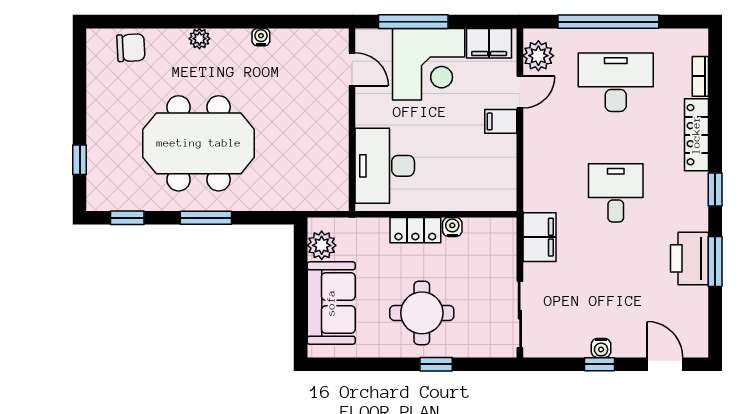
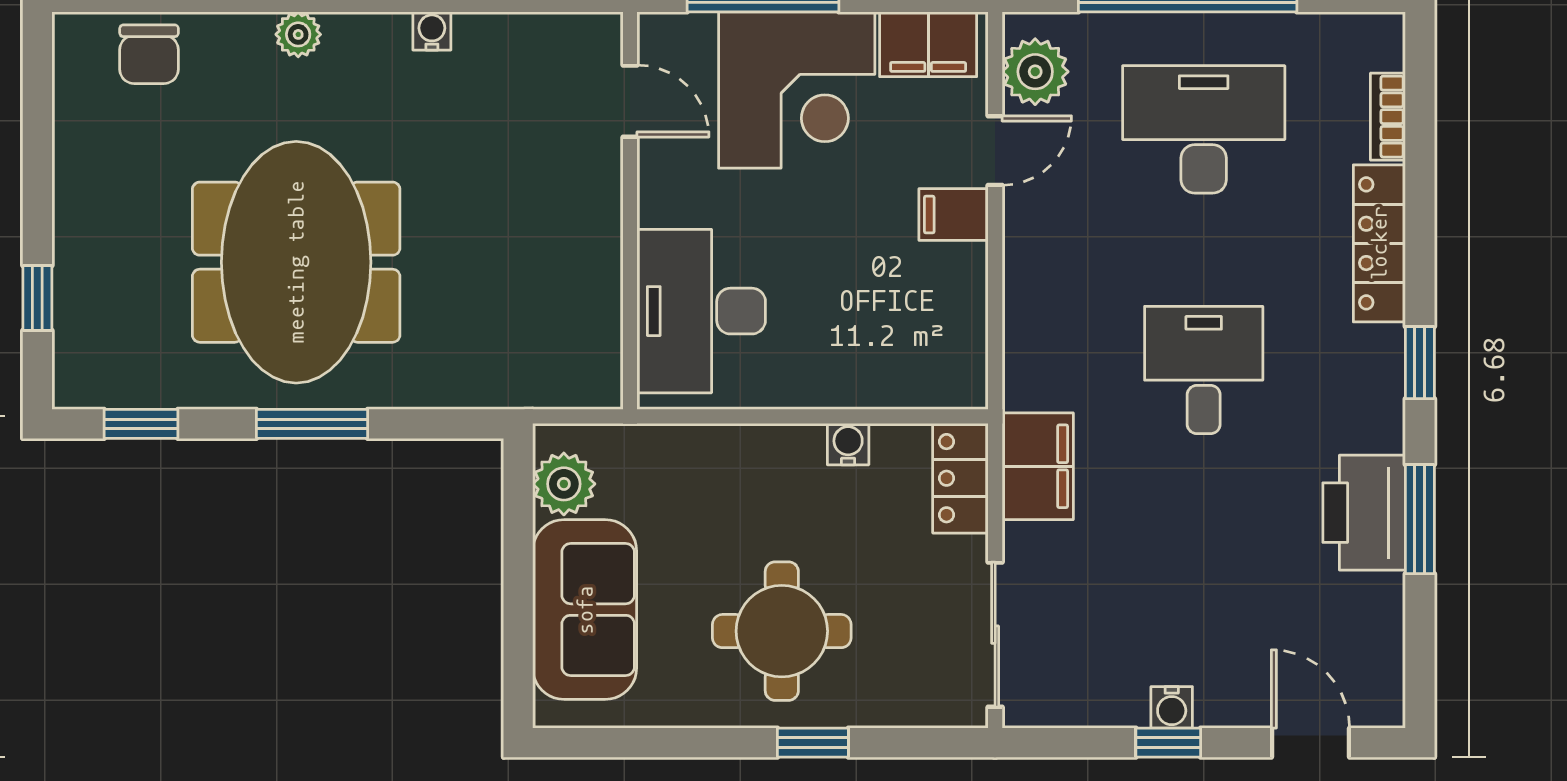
chair: (131, 48) -> (149, 54), turned 93
meeting table: (199, 143) -> (296, 262), turned 90
locker: (415, 230) -> (960, 478), moved, turned 90

